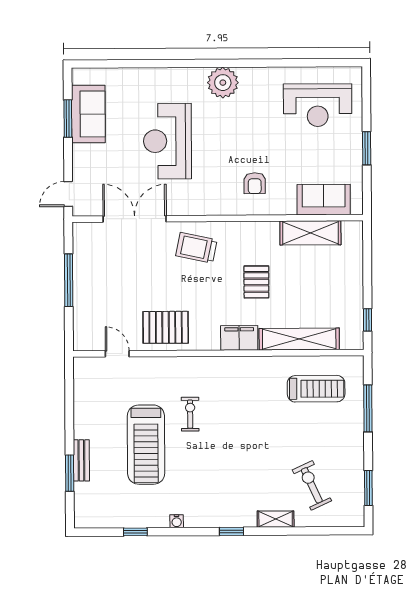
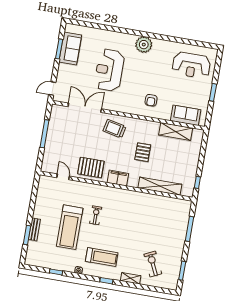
filing cabinet: (239, 338) -> (118, 178), moved
treadmill: (316, 389) -> (102, 257), moved

